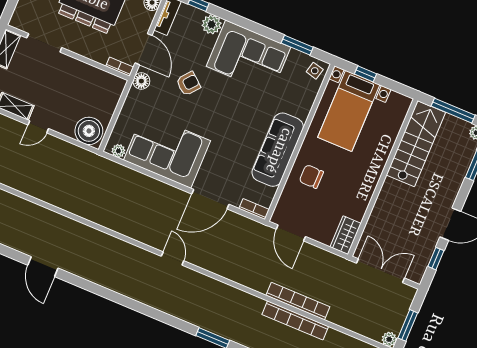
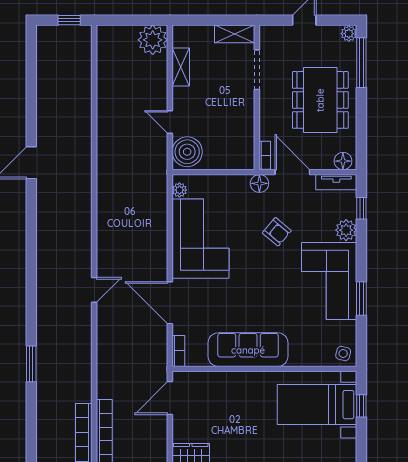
window: (297, 45) -> (361, 298), moved
door: (143, 49) -> (292, 172), swing flipped
door: (38, 127) -> (170, 122), moved
chair: (311, 177) -> (235, 395), removed

